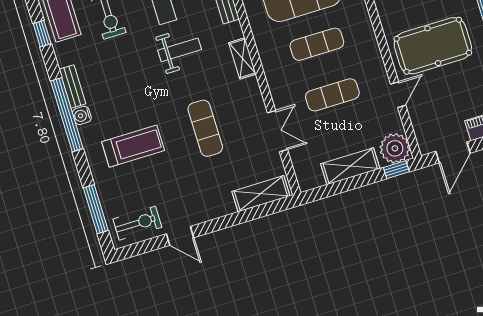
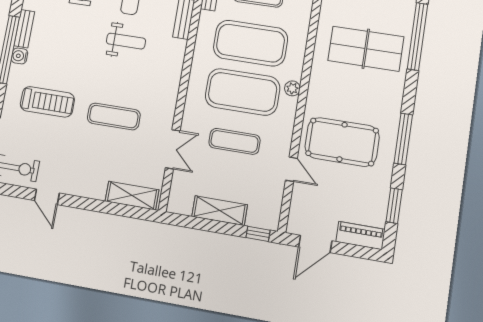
exercise mat: (317, 44) -> (243, 92), width x2.00, depth x1.45
shelving: (242, 58) -> (174, 73), removed
door: (398, 95) -> (291, 169), hinge flipped
exercise mat: (205, 128) -> (114, 117), turned 90
plant: (395, 148) -> (292, 88), moved, width x0.53, depth x0.53

